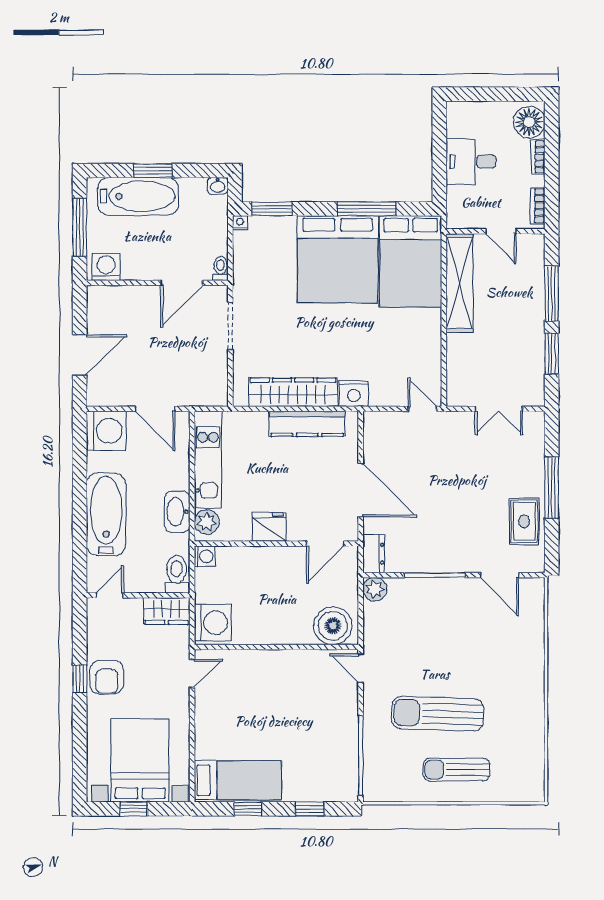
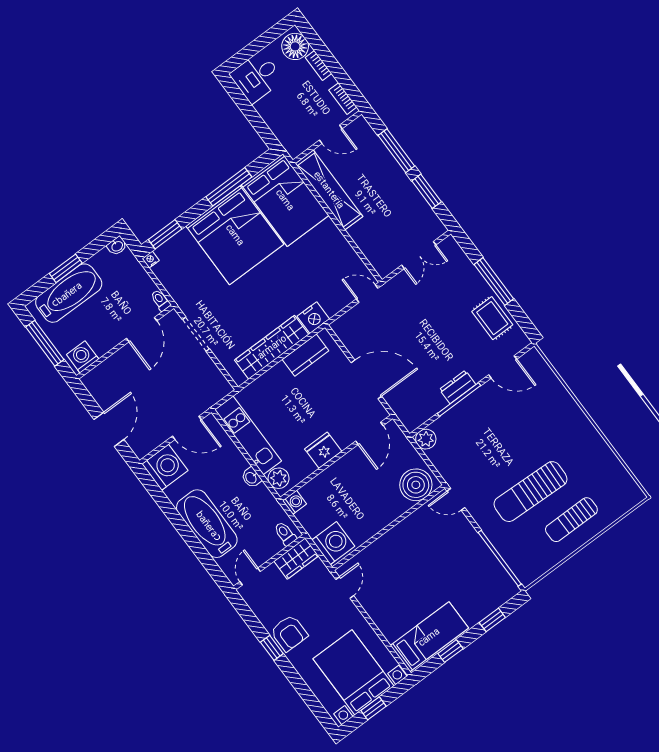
desk: (471, 162) -> (257, 77), moved
kitchen counter: (307, 424) -> (306, 355), width x0.67
washbasin: (177, 512) -> (251, 478), width x0.52, depth x0.69
dresser: (374, 554) -> (458, 387), moved, turned -90
toilet: (177, 574) -> (285, 534), width x0.73, depth x0.72

